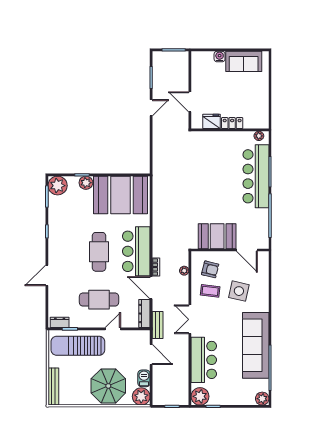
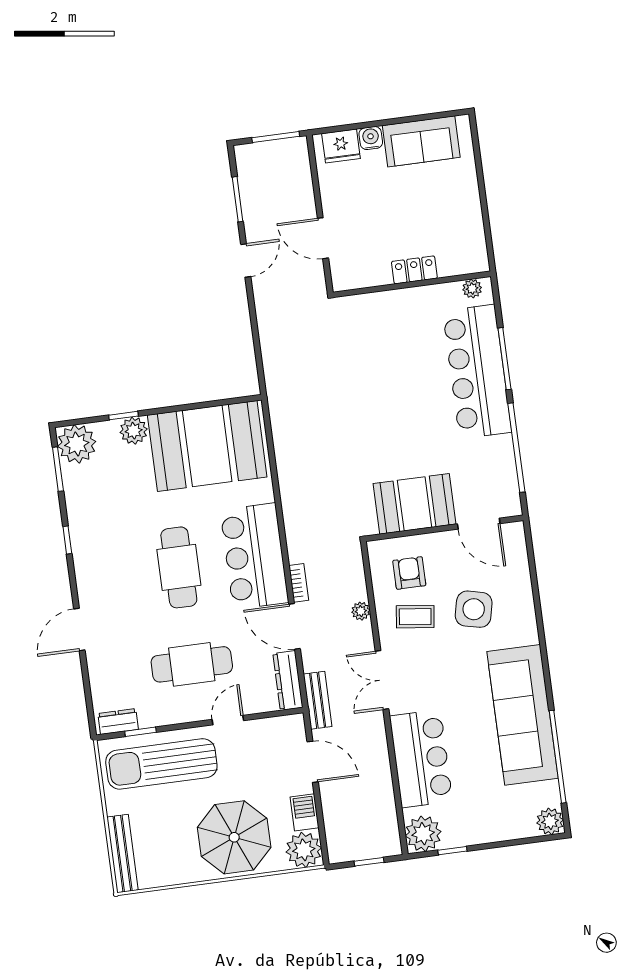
fridge: (211, 121) -> (341, 146), moved, turned 180
armchair: (210, 269) -> (409, 573), turned -104
plant: (184, 271) -> (361, 611), moved

